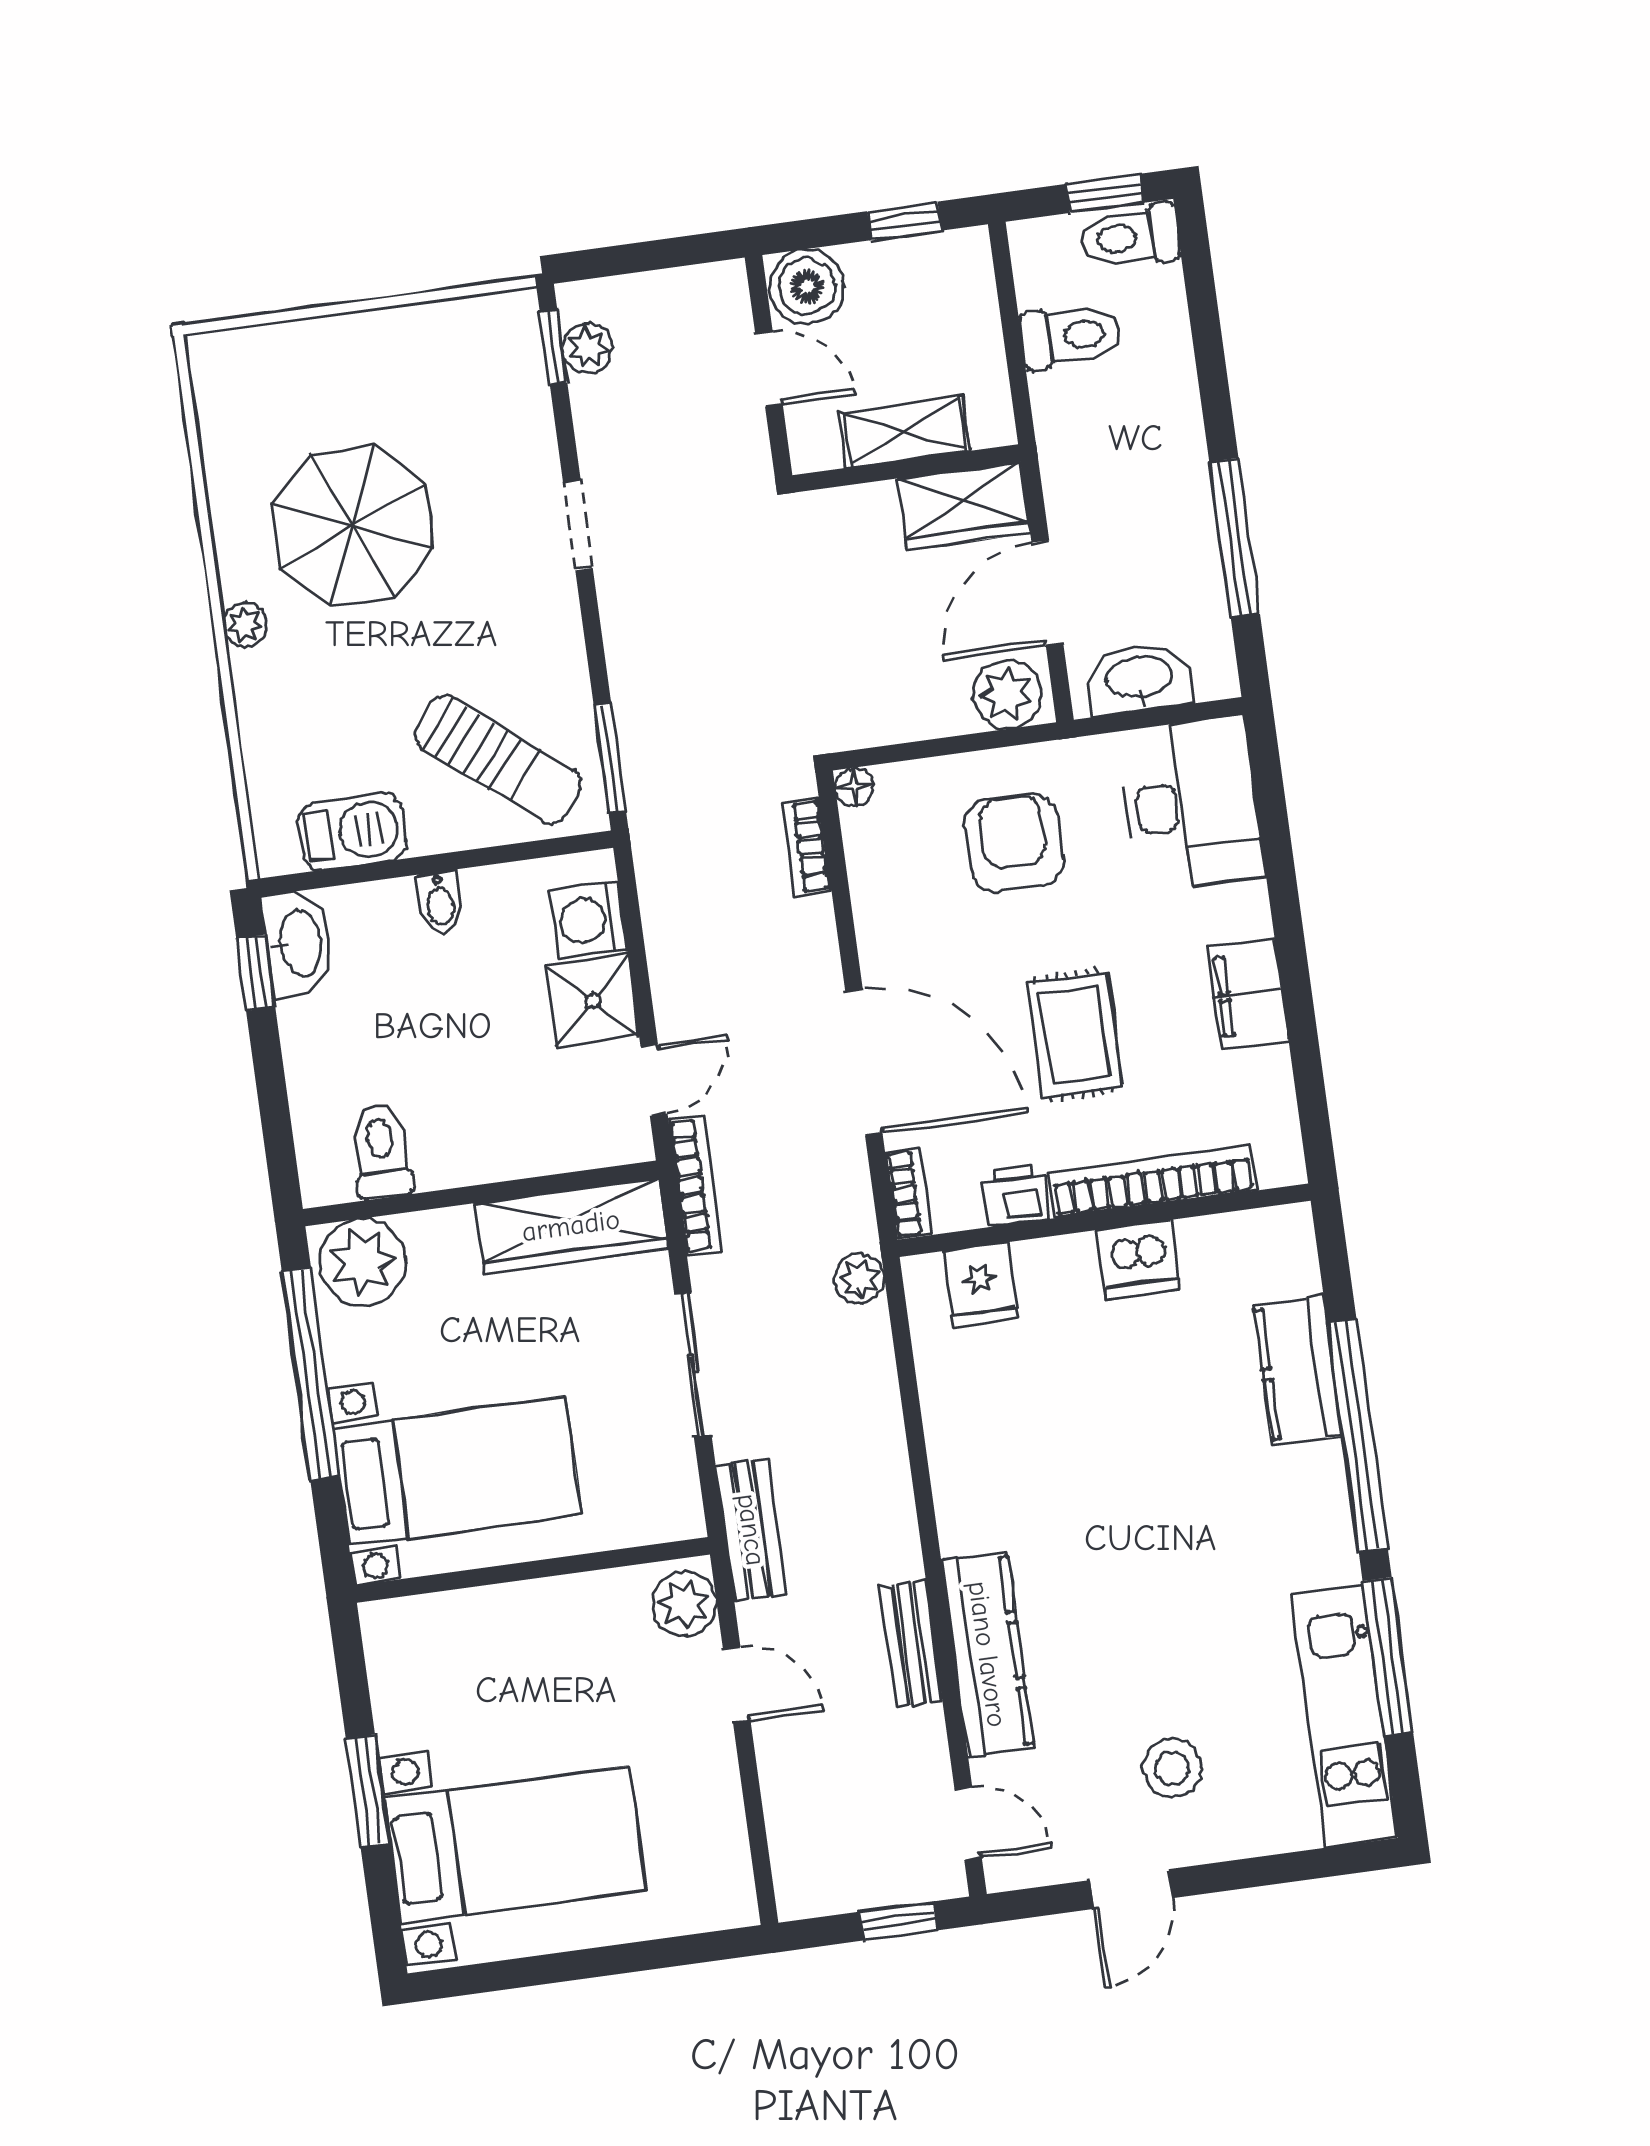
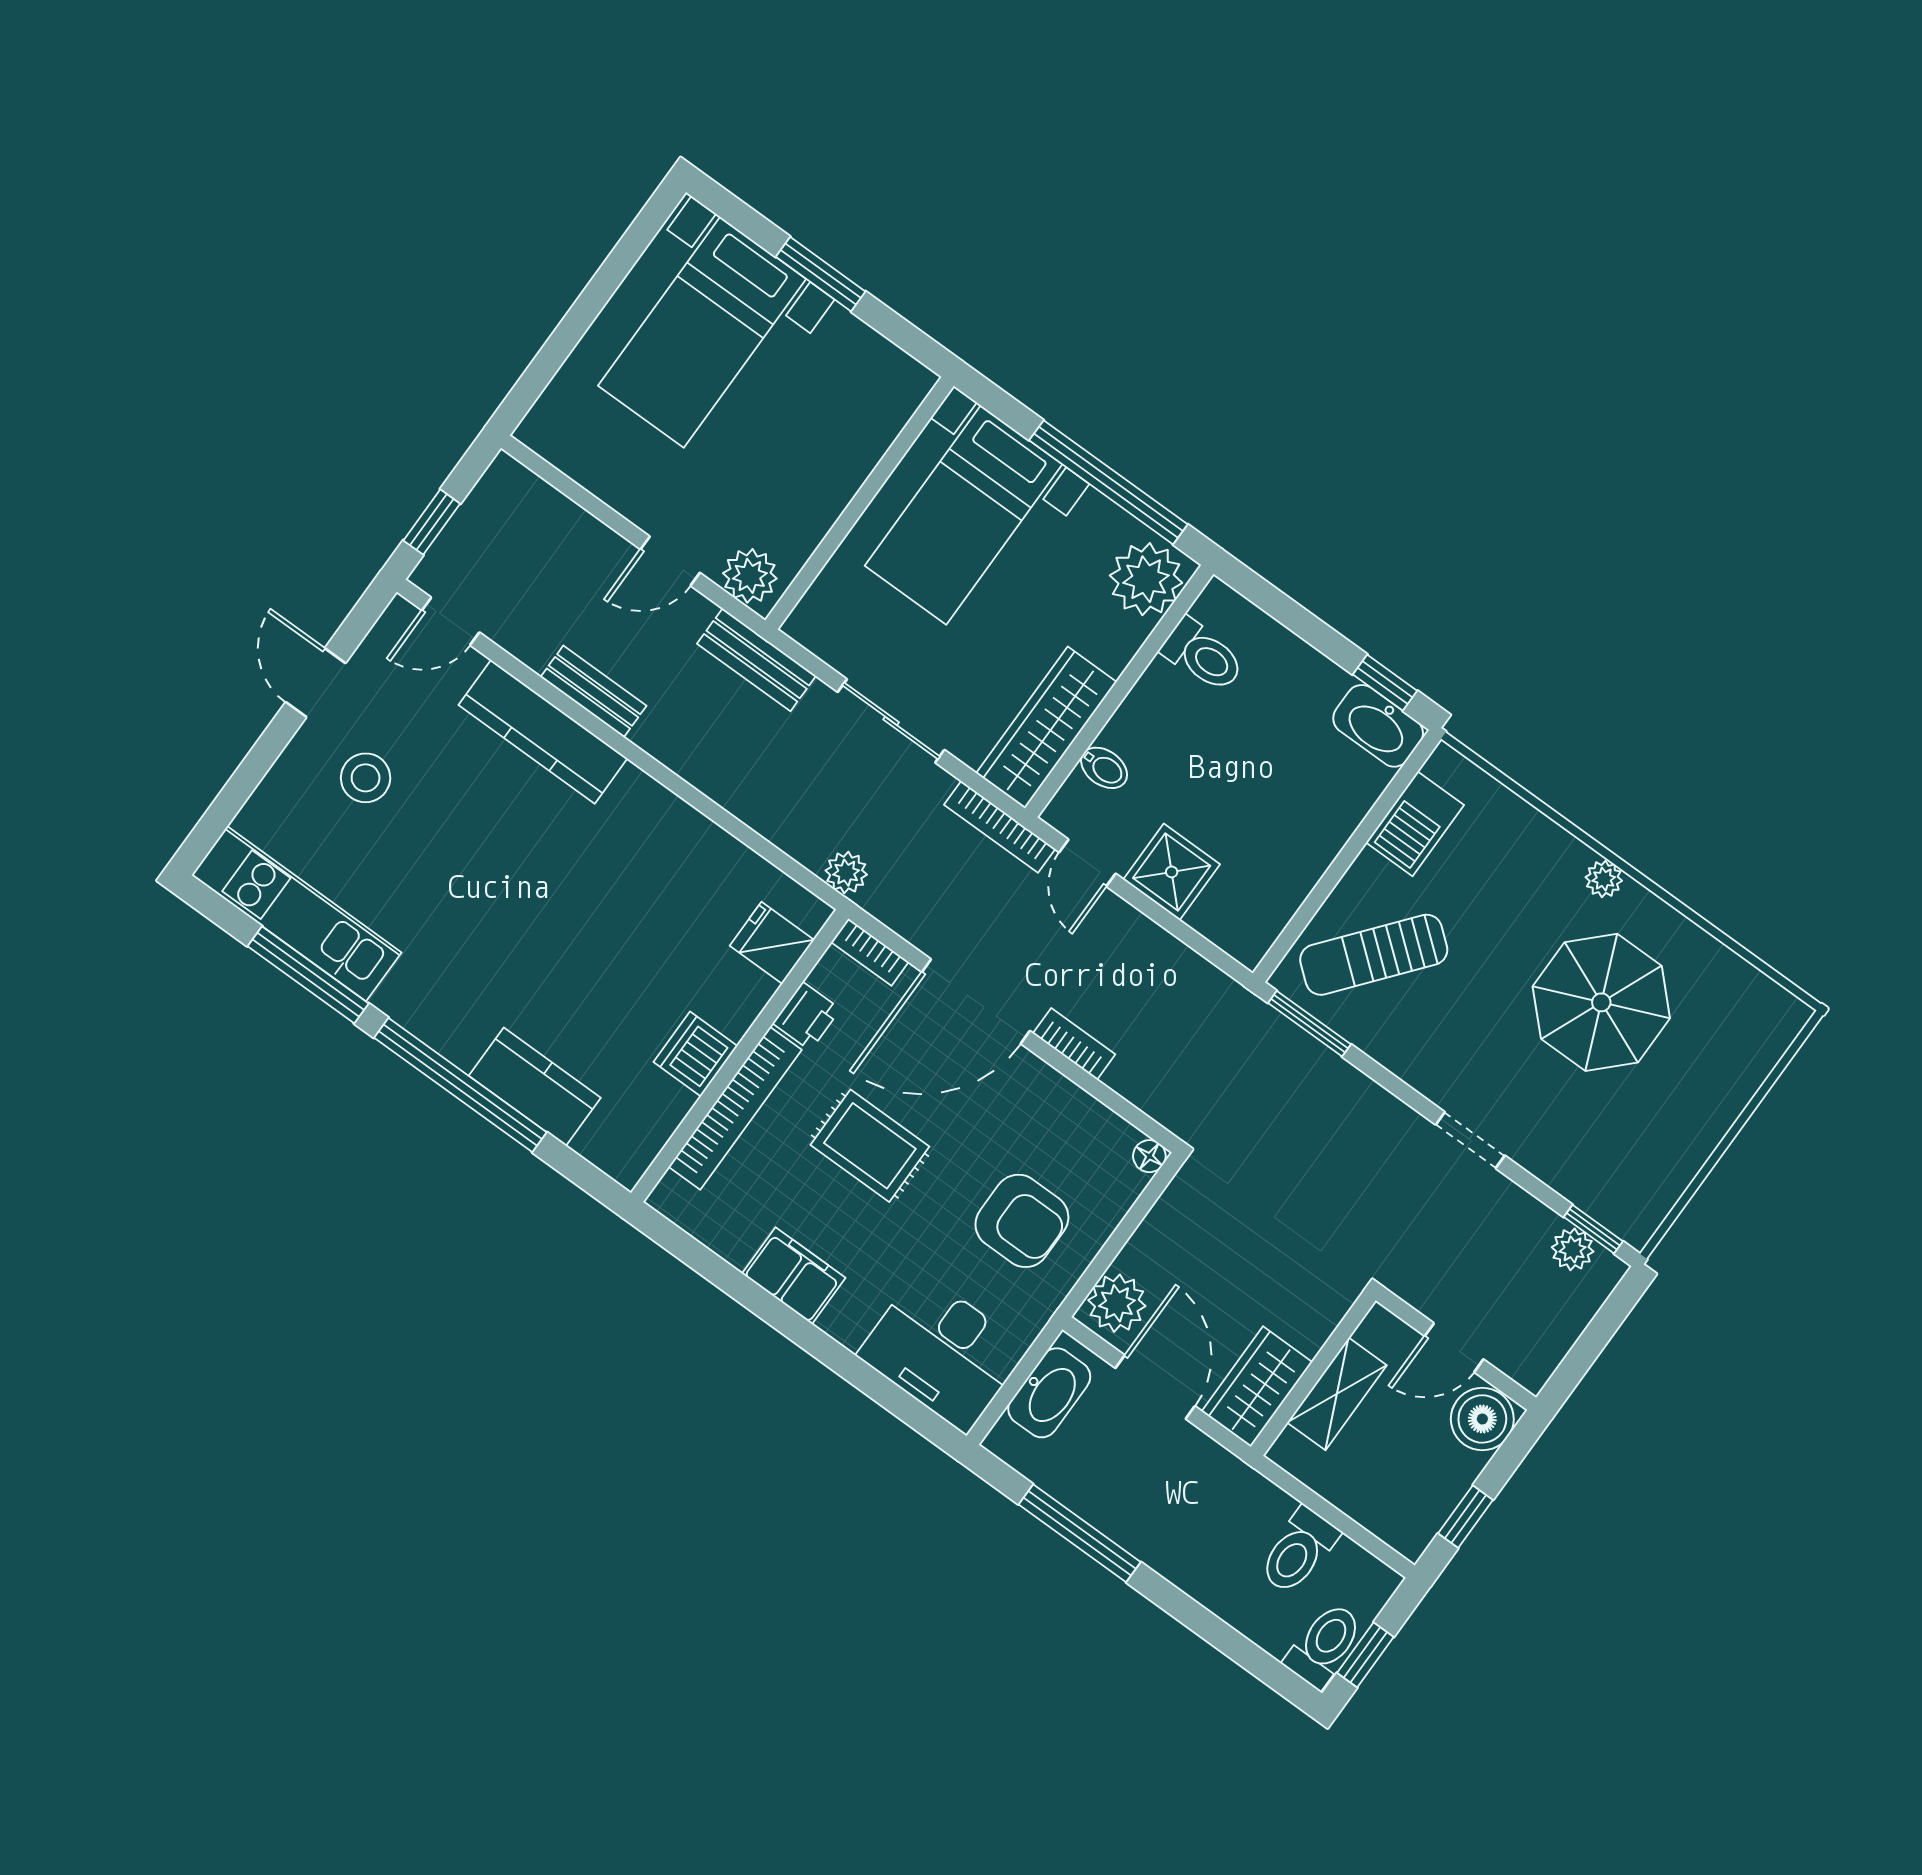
bookcase: (807, 847) -> (1074, 1044), moved
bidet: (440, 902) -> (1104, 768), moved, turned 180
washing machine: (588, 920) -> (1223, 916), removed

